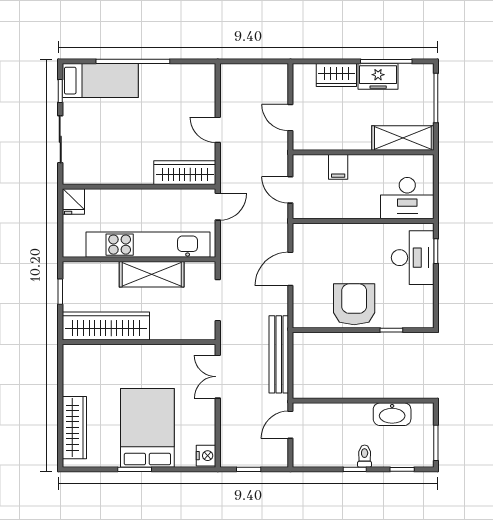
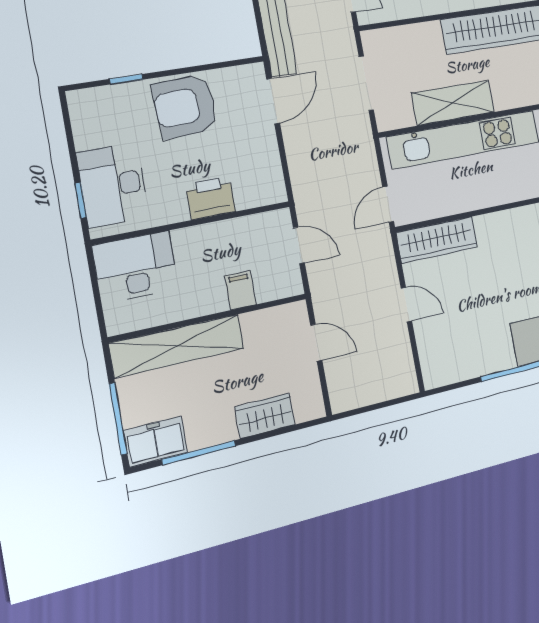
freezer: (378, 76) -> (156, 442), moved
shelving: (403, 138) -> (177, 346), width x1.47
printer: (348, 236) -> (211, 198), added
door: (290, 269) -> (273, 101), moved
armchair: (354, 304) -> (185, 106), turned 87

